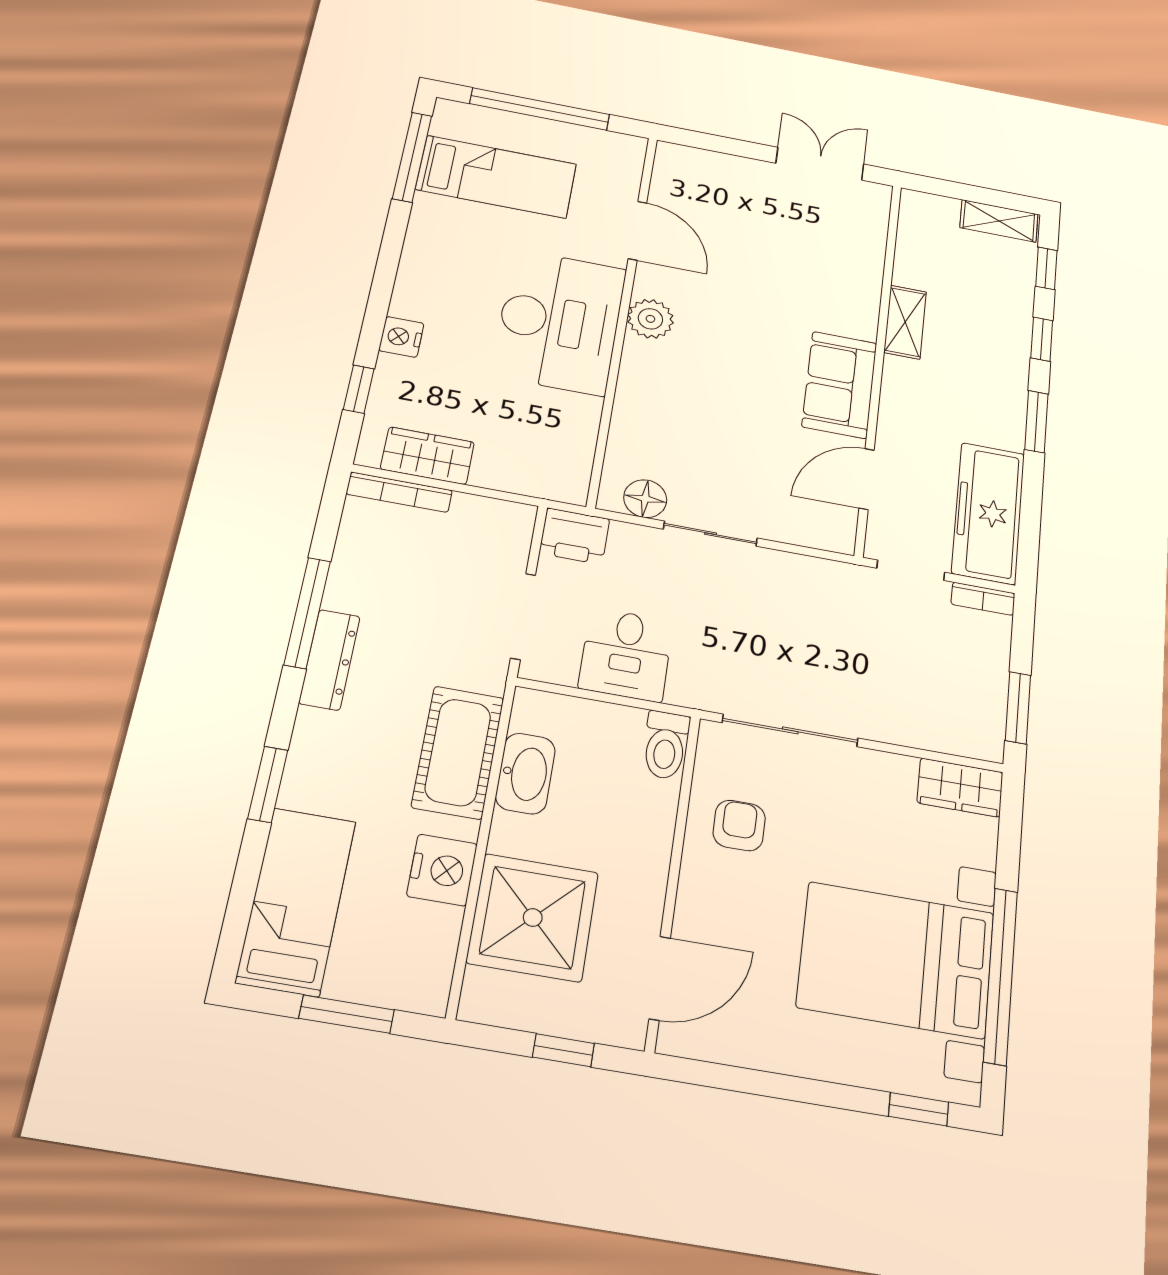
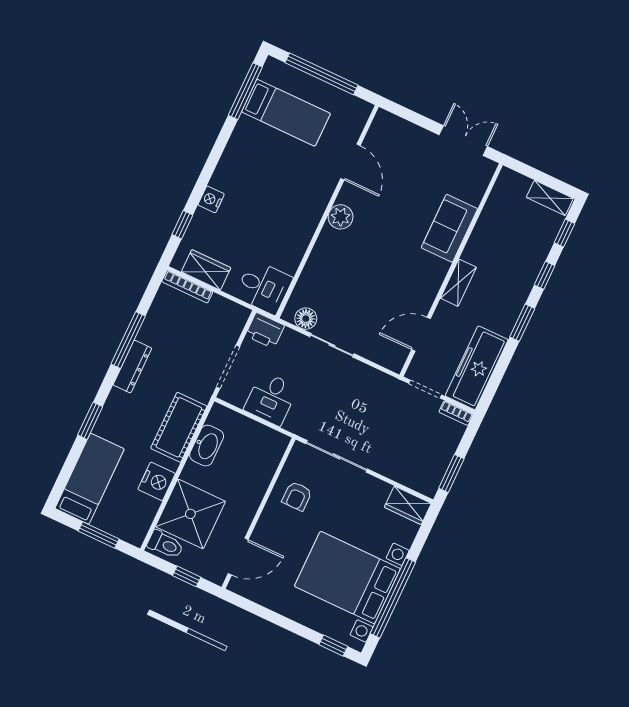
desk: (559, 322) -> (264, 287), moved, width x0.53, depth x0.77
shelving: (905, 322) -> (458, 283), moved
sofa: (840, 385) -> (449, 228), moved
toilet: (666, 745) -> (165, 545), moved, turned -90
armchair: (739, 825) -> (297, 496), turned 180

